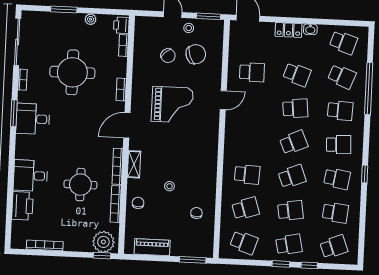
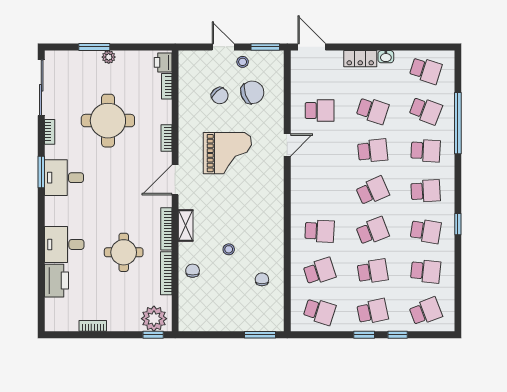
plant: (91, 19) -> (109, 57), moved
bookcase: (45, 245) -> (93, 326), width x0.64
piano: (152, 247) -> (212, 322), removed

